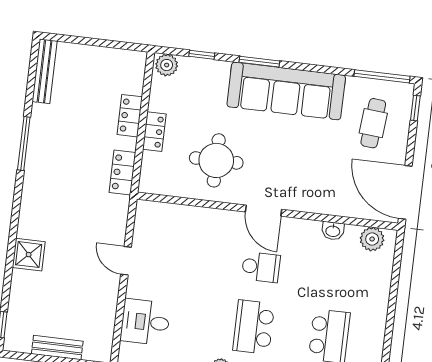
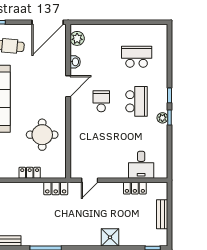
locker: (130, 116) -> (135, 188), moved
door: (263, 211) -> (68, 86), moved
door: (126, 261) -> (90, 180), moved
school desk: (254, 327) -> (137, 101), turned -90

